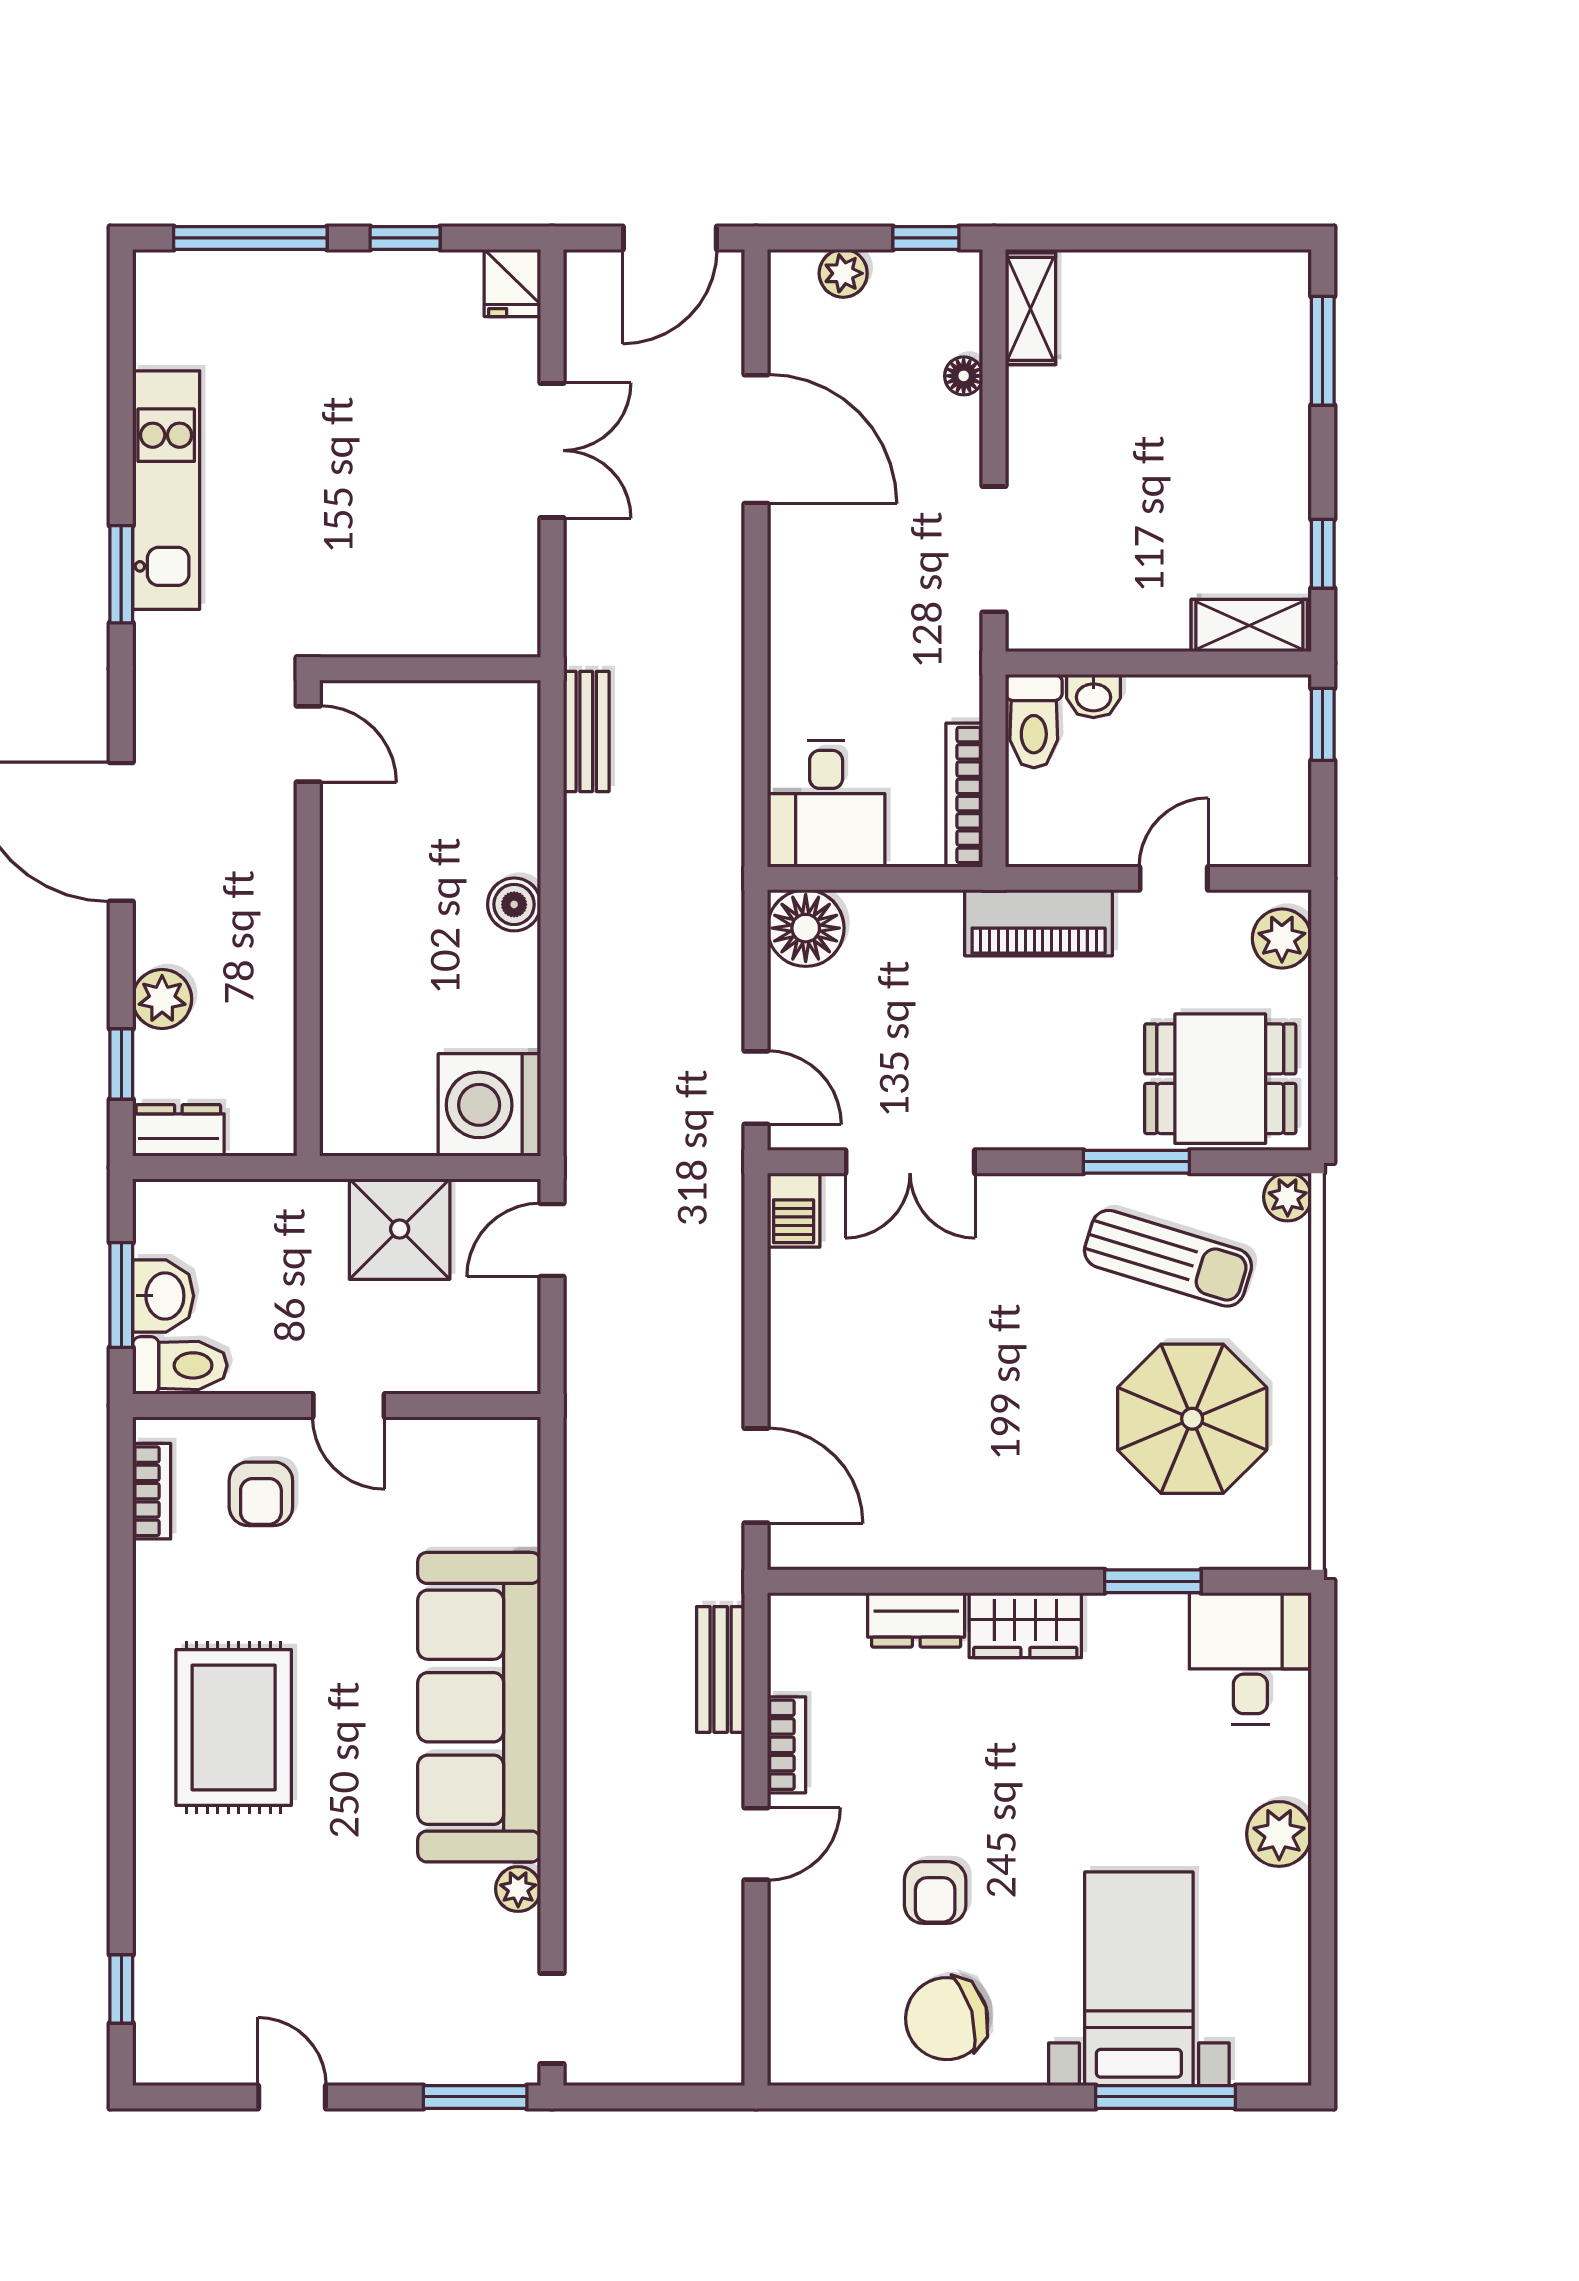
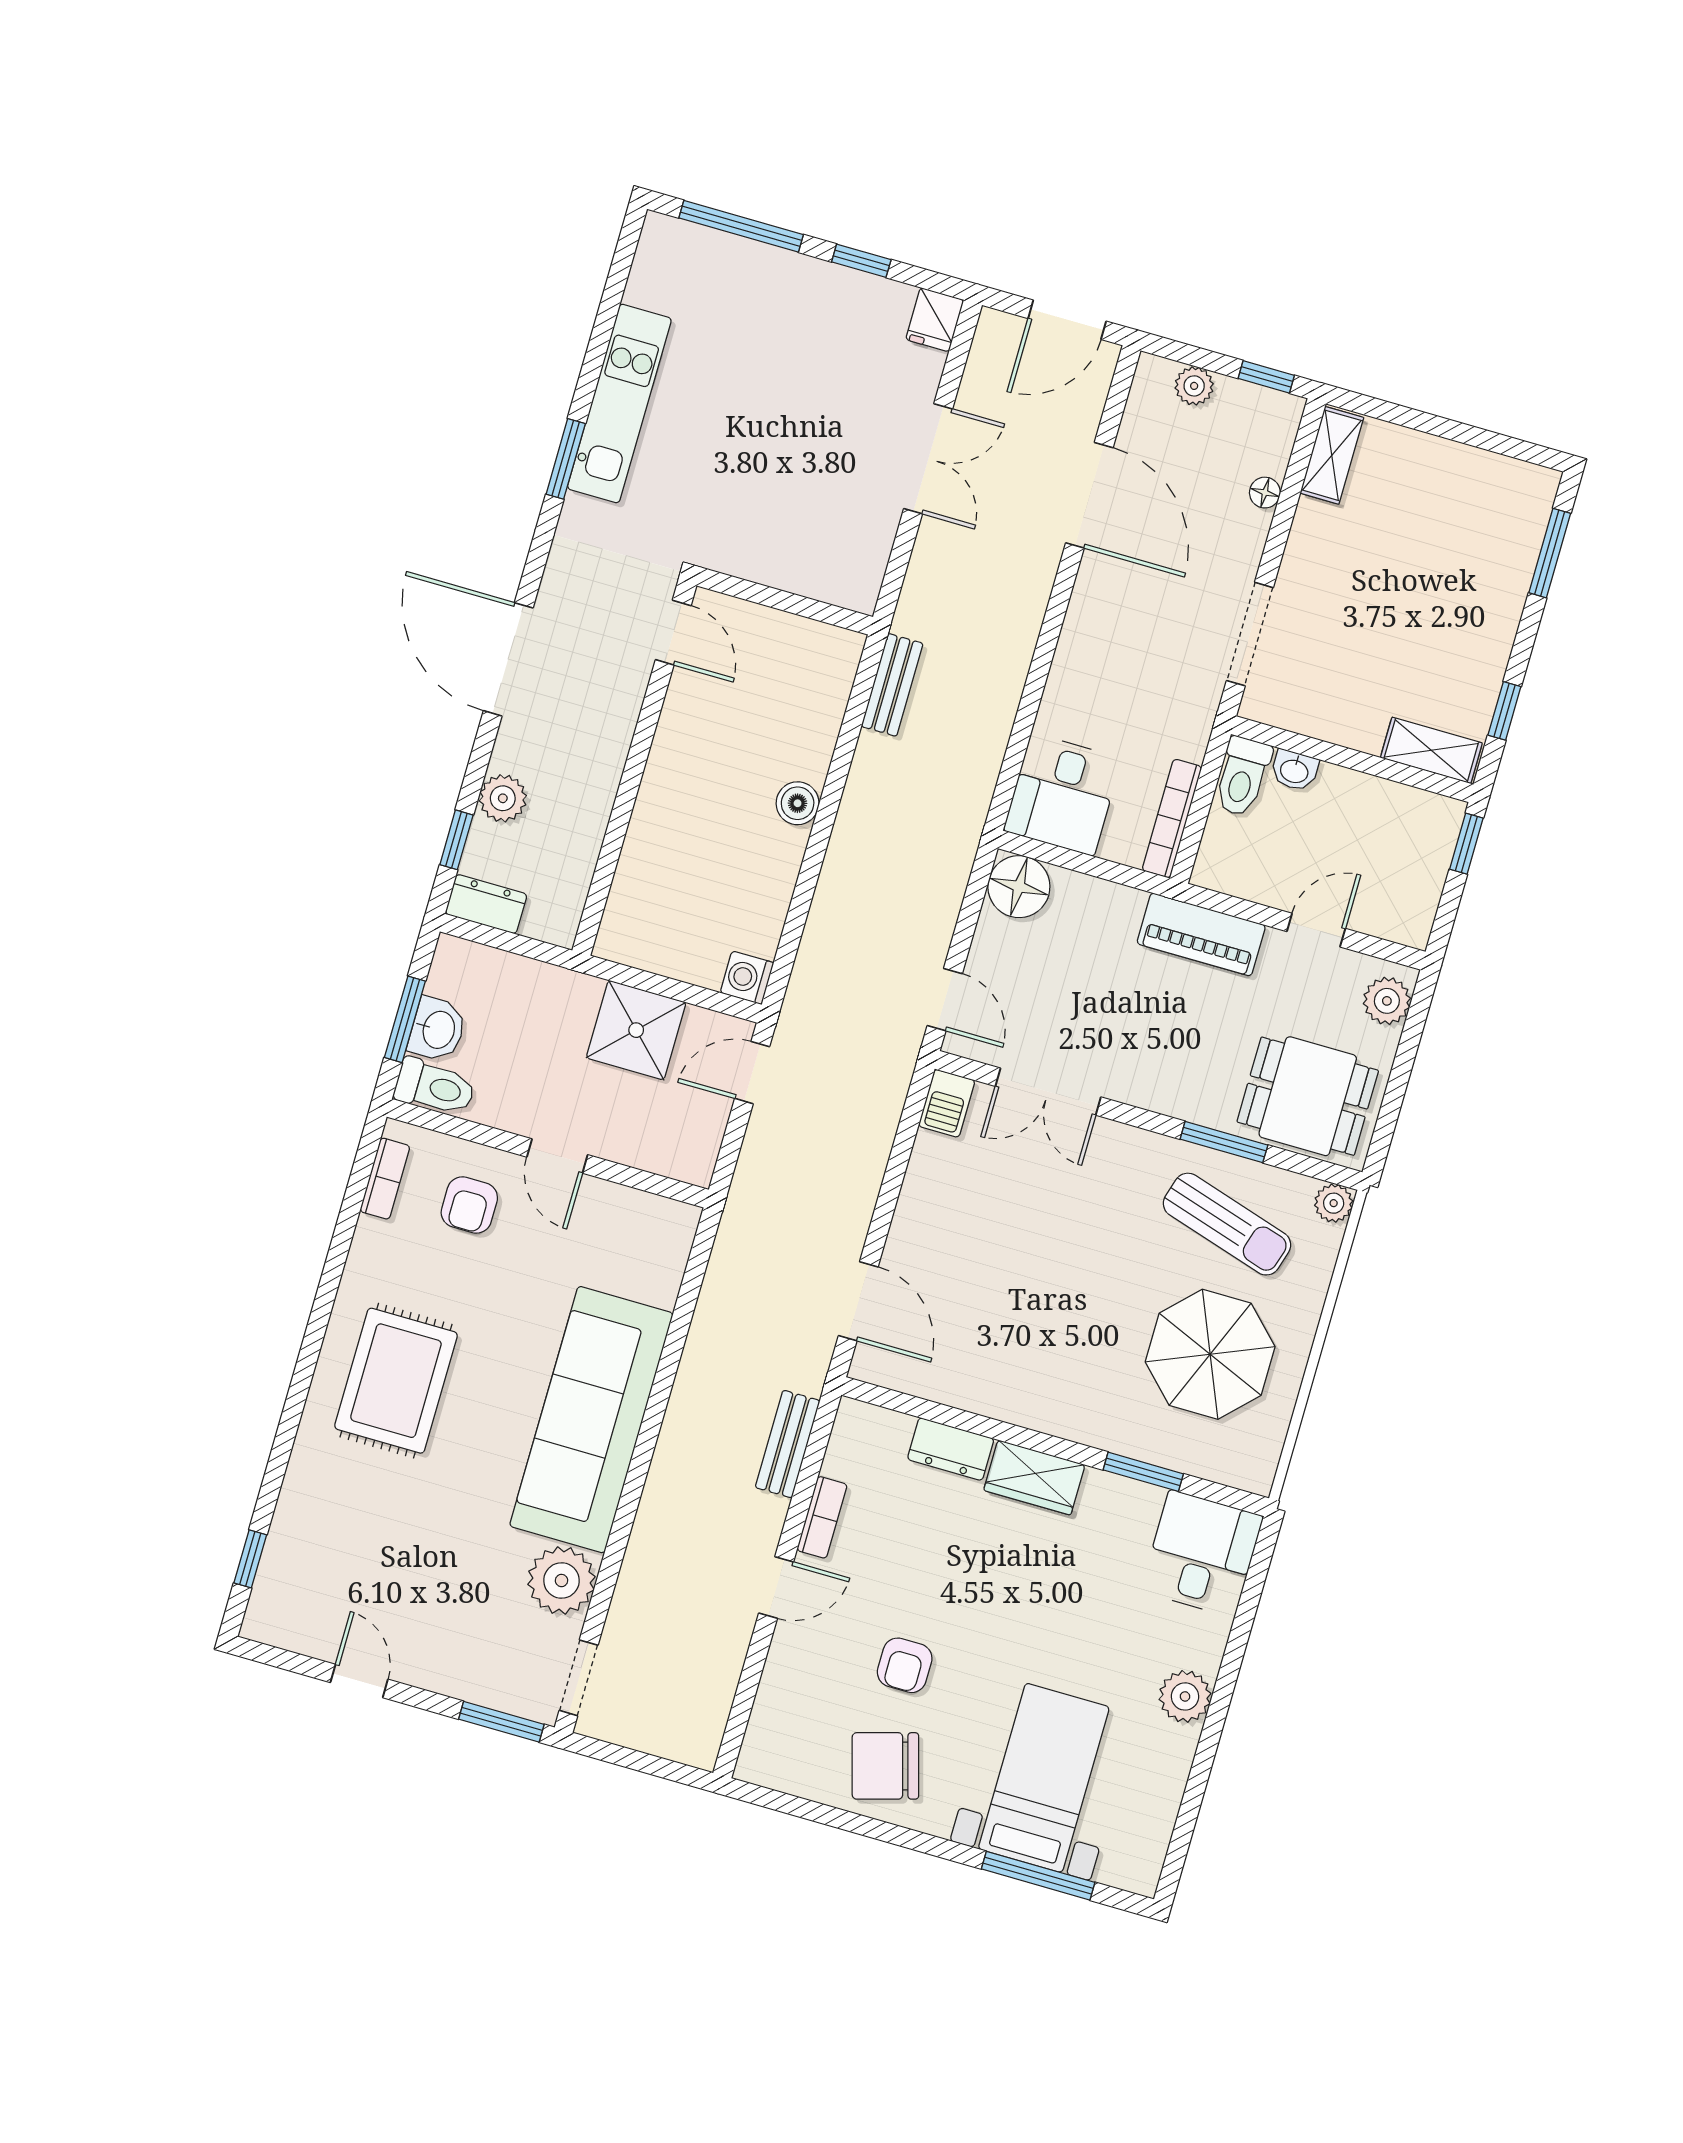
washing machine: (489, 1105) -> (747, 978), width x0.53, depth x0.53
plant: (518, 1889) -> (561, 1580), width x1.87, depth x1.87

